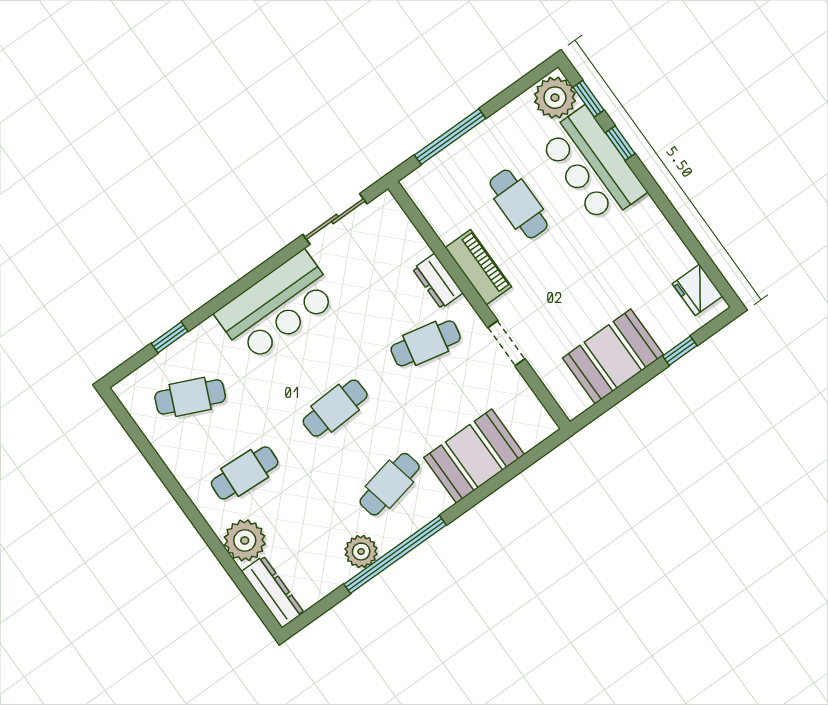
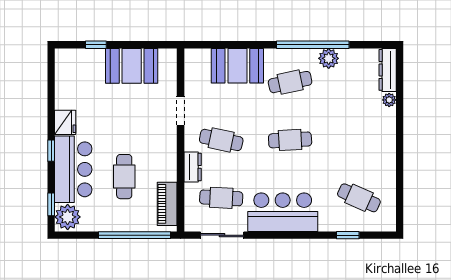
window: (450, 137) -> (134, 235), width x1.46
window: (620, 143) -> (51, 151), moved
piano: (478, 267) -> (167, 204), moved
fridge: (697, 290) -> (65, 122), moved
cafe table: (245, 473) -> (221, 198), moved
plant: (245, 540) -> (389, 100), width x0.53, depth x0.53

